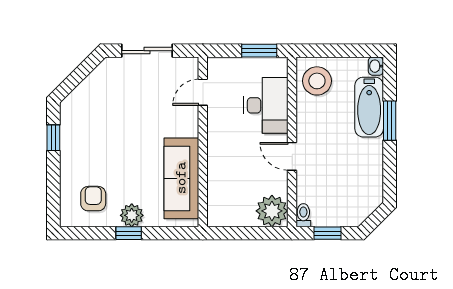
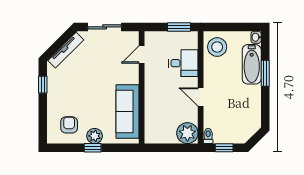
tv unit: (88, 86) -> (66, 50), added
desk: (266, 105) -> (183, 63), width x0.73

